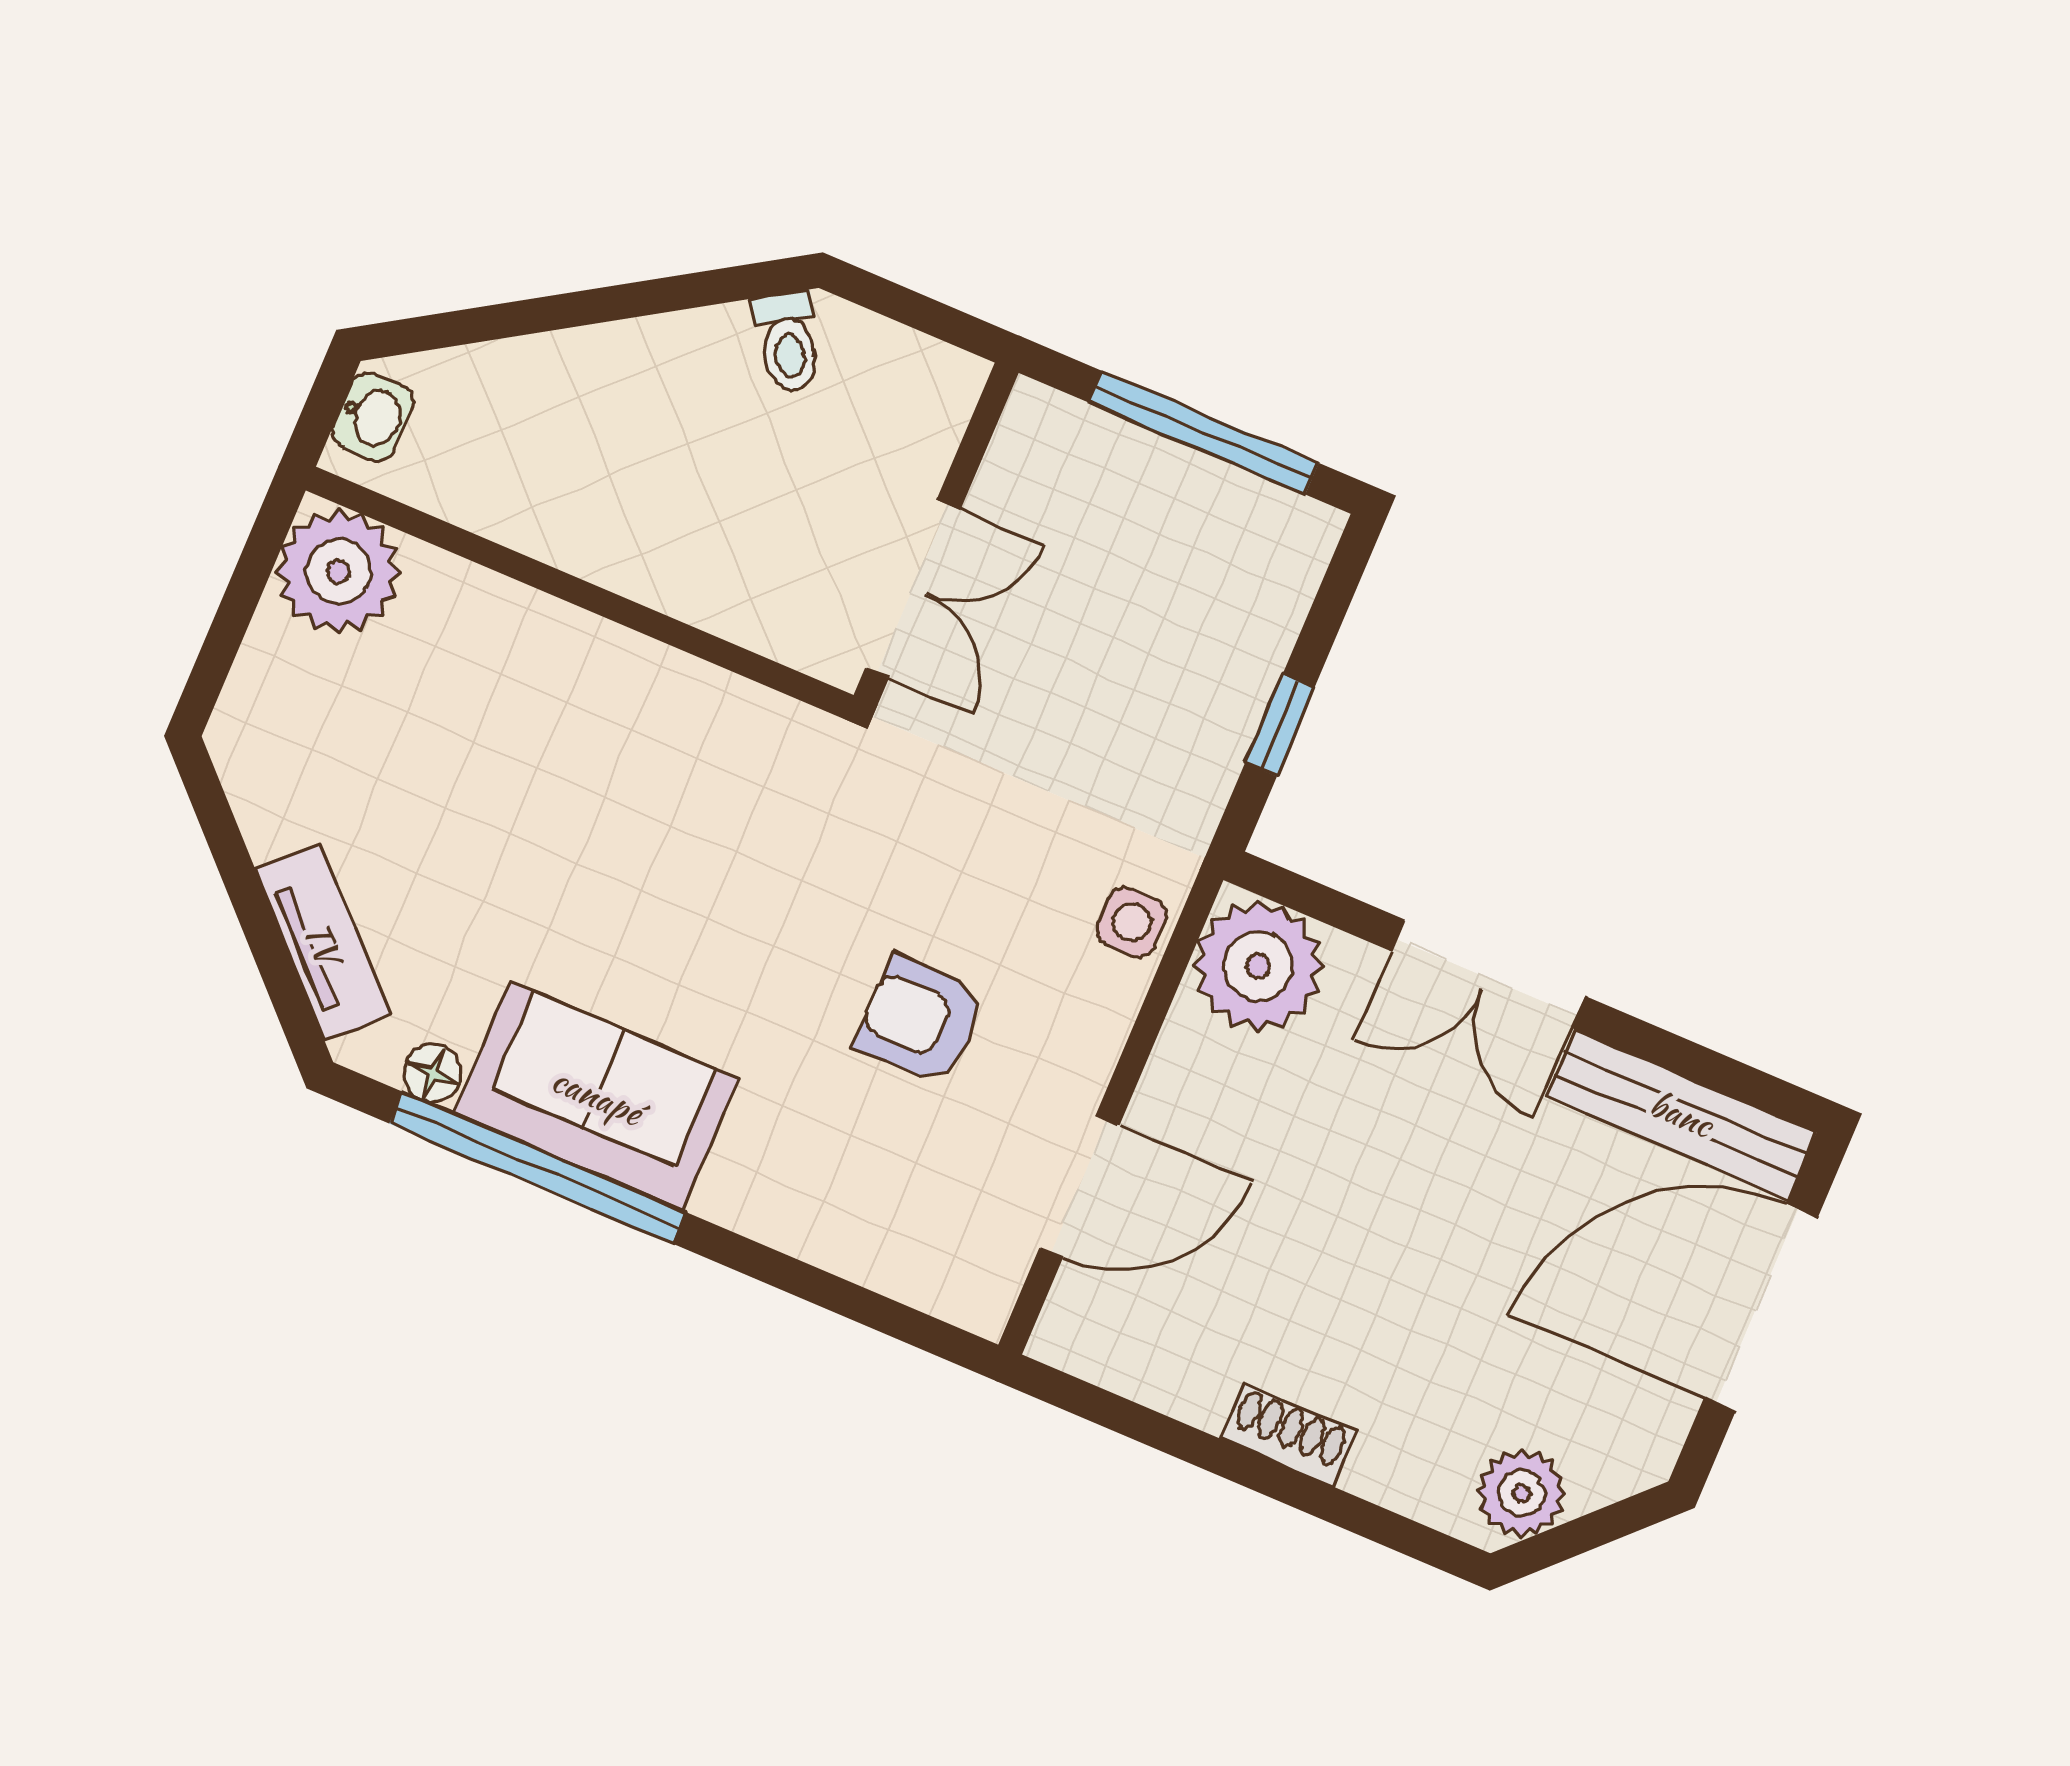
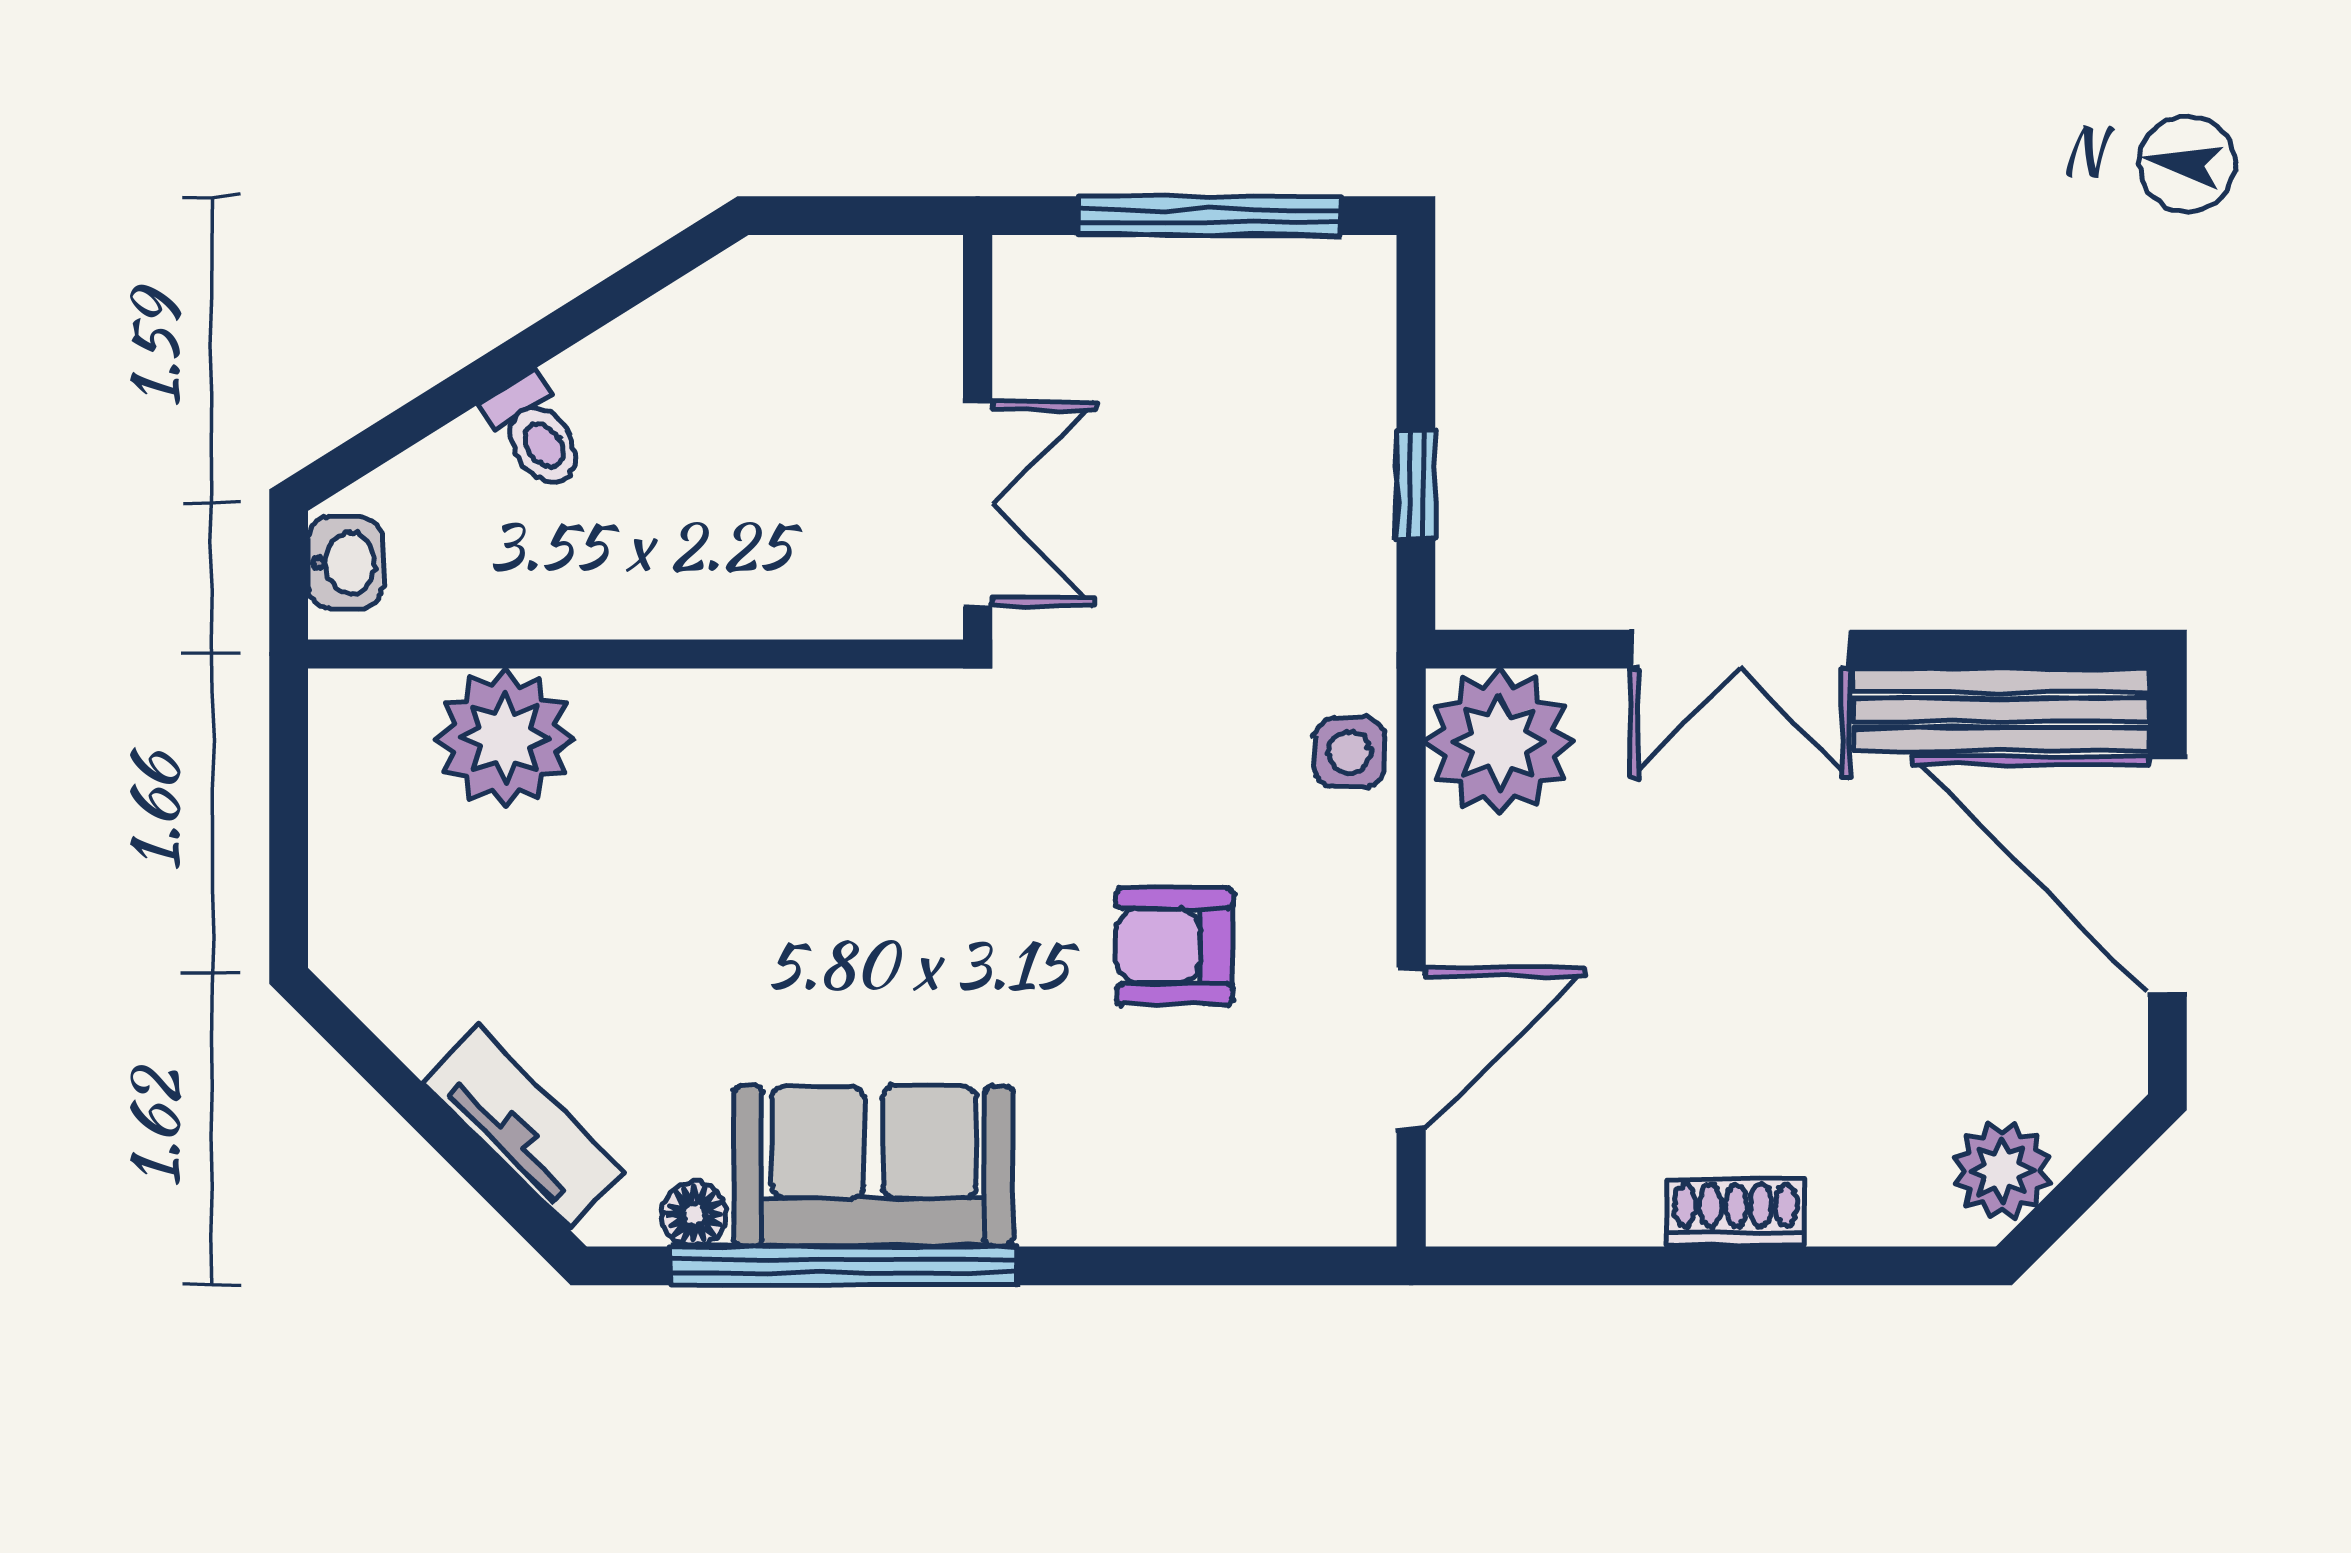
toilet: (788, 342) -> (535, 433), moved
plant: (338, 572) -> (505, 738), moved
door: (1761, 1308) -> (2167, 874), hinge flipped

